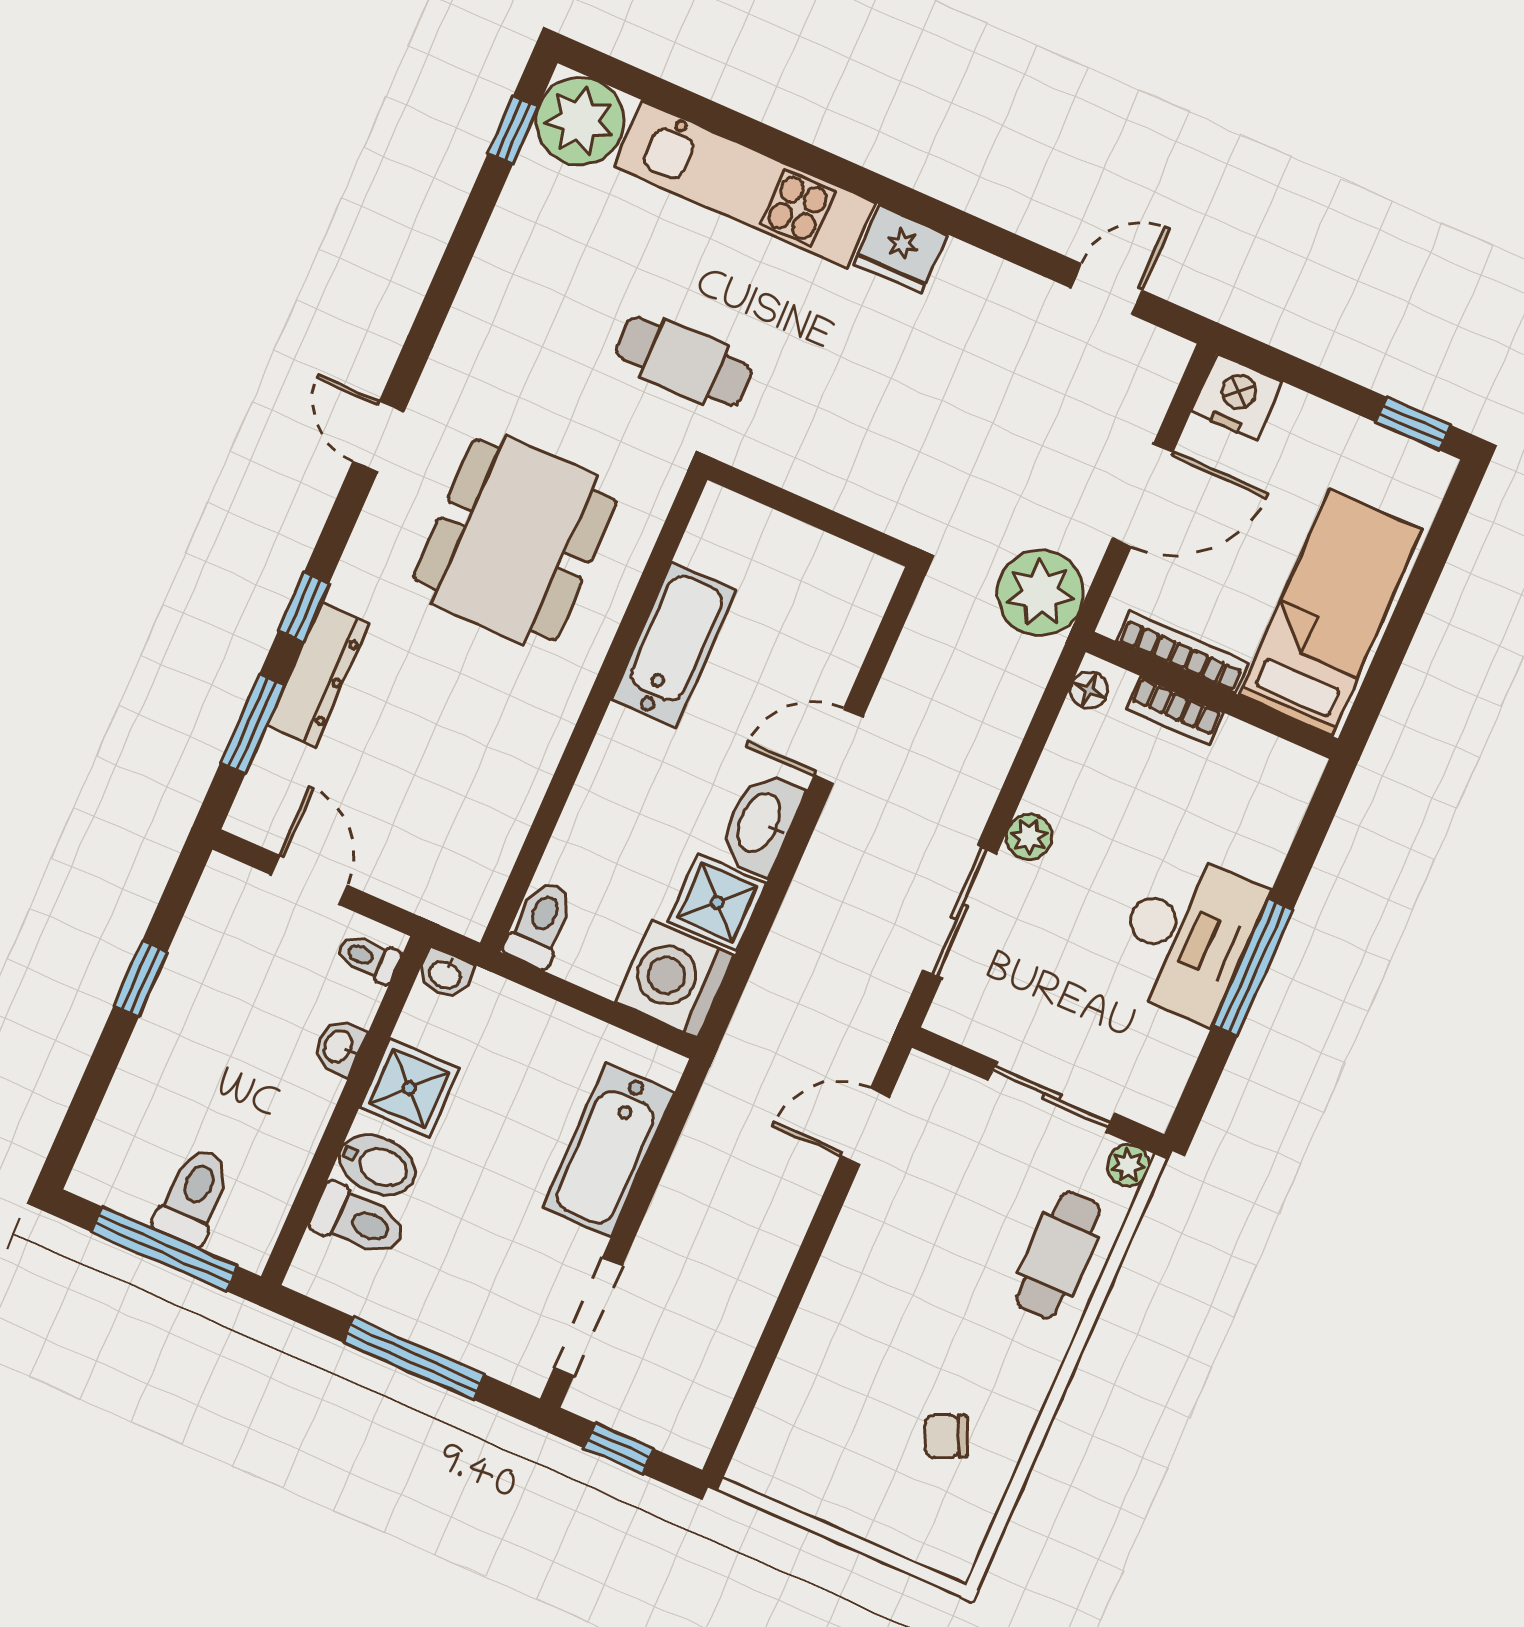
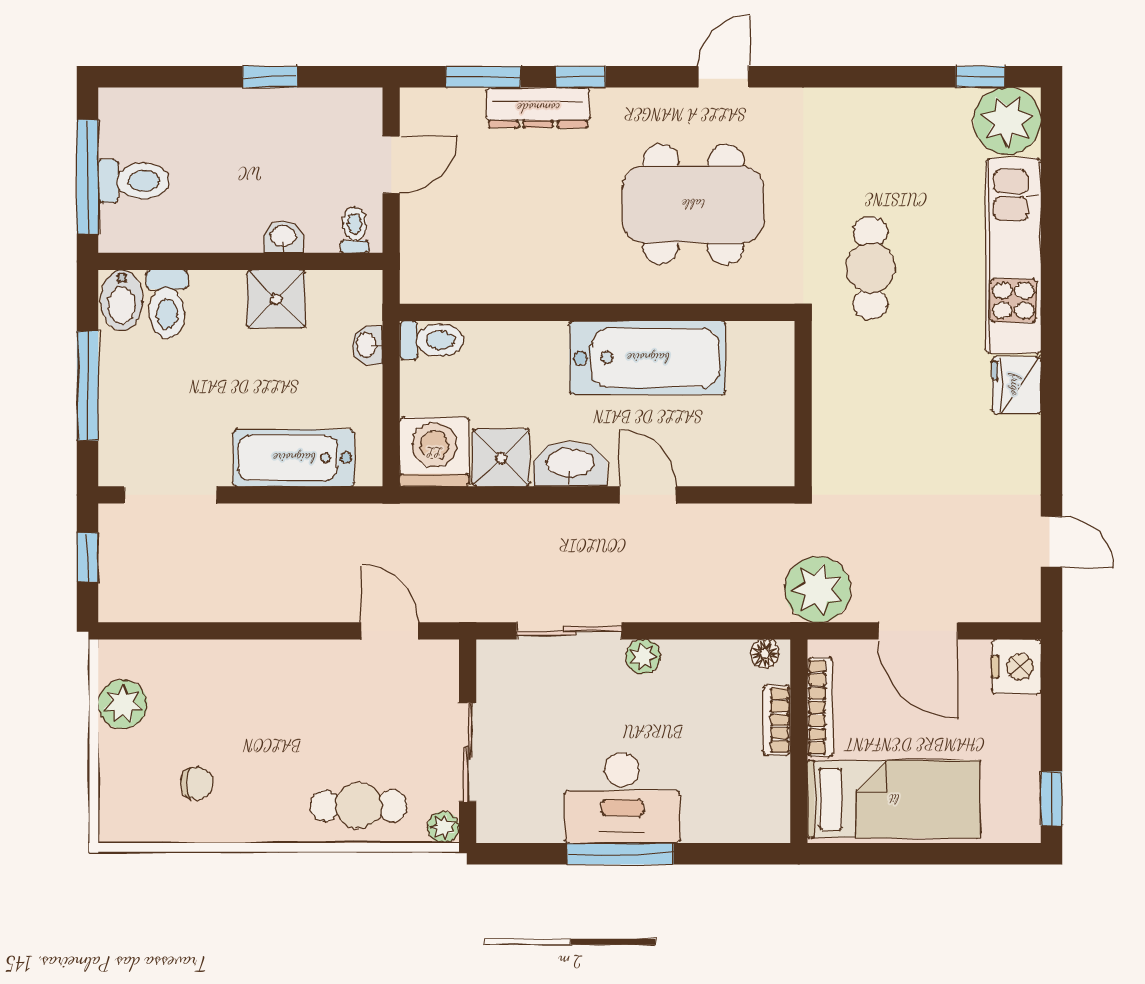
bathtub: (673, 645) -> (648, 358), width x1.36, depth x1.36
washbasin: (445, 974) -> (367, 345), moved
bidet: (377, 1165) -> (122, 300), moved
chair: (946, 1436) -> (197, 783), turned 115
plant: (813, 1484) -> (123, 704), added

